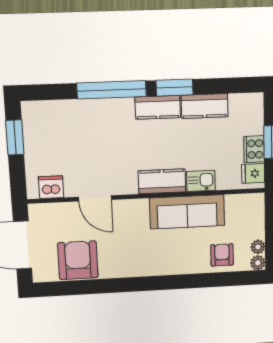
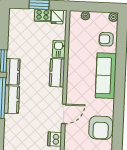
kitchen counter: (205, 106) -> (12, 100), moved
sofa: (187, 212) -> (106, 76), moved, turned 180
plant: (258, 247) -> (85, 16), moved
armchair: (78, 260) -> (101, 128), turned -90

